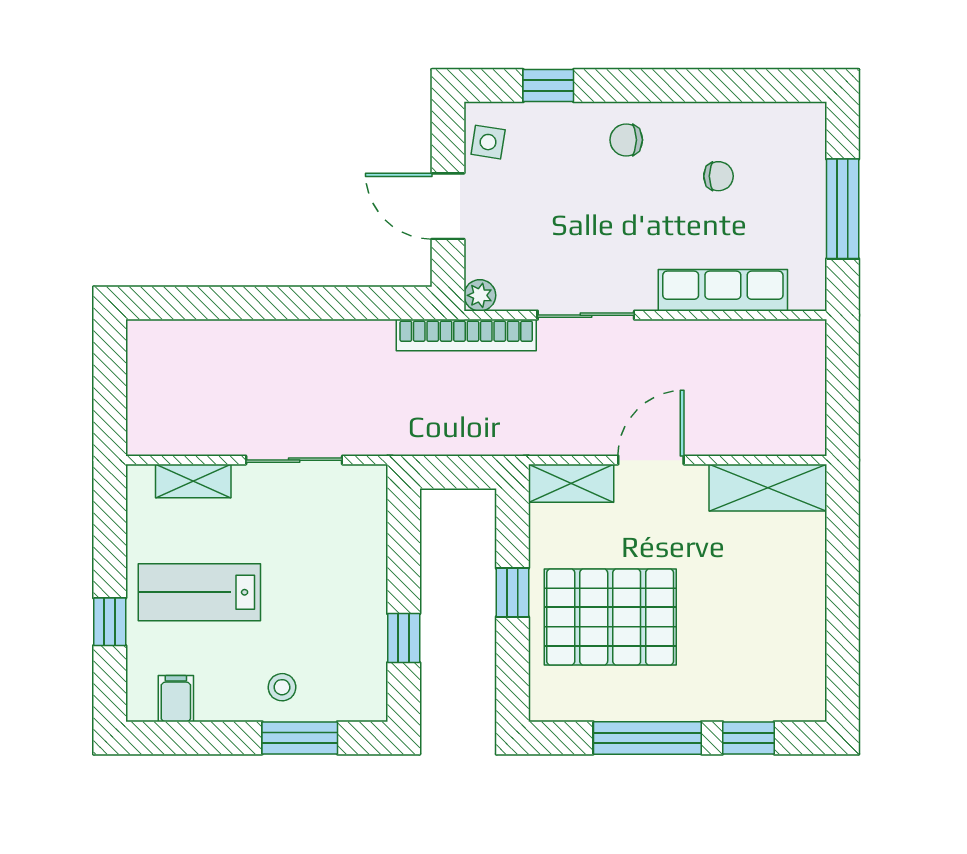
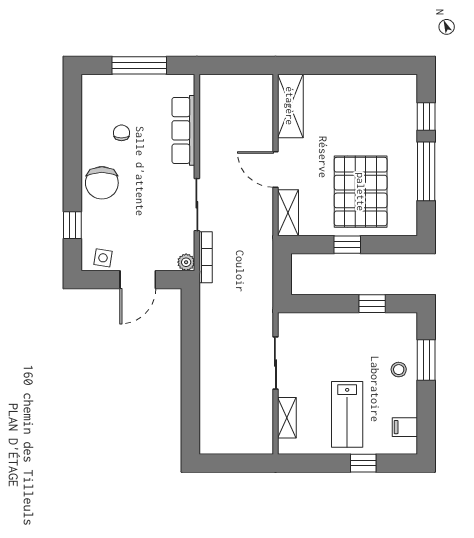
chair: (626, 140) -> (102, 183), width x1.87, depth x1.87
bookcase: (466, 335) -> (206, 257), width x0.68, depth x0.76

